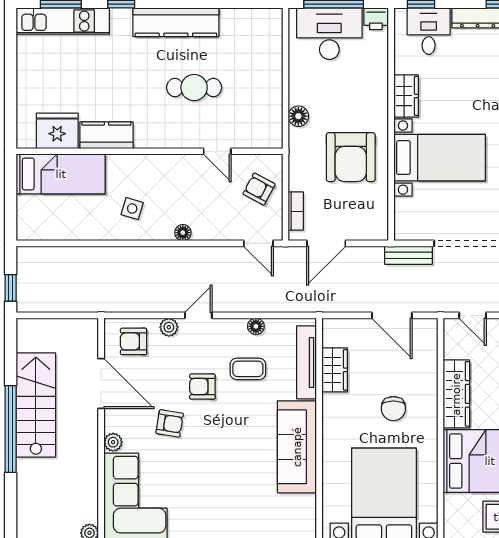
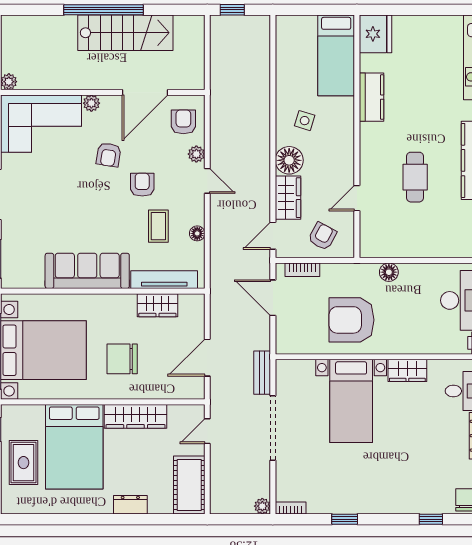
fridge: (57, 131) -> (375, 34), moved
wardrobe: (217, 227) -> (288, 198), added
floor lamp: (183, 233) -> (289, 160), width x1.89, depth x1.89
chair: (393, 409) -> (122, 359), width x1.37, depth x1.37

